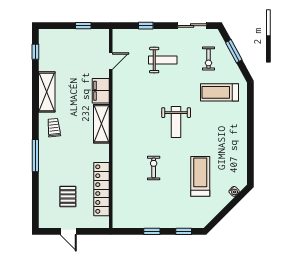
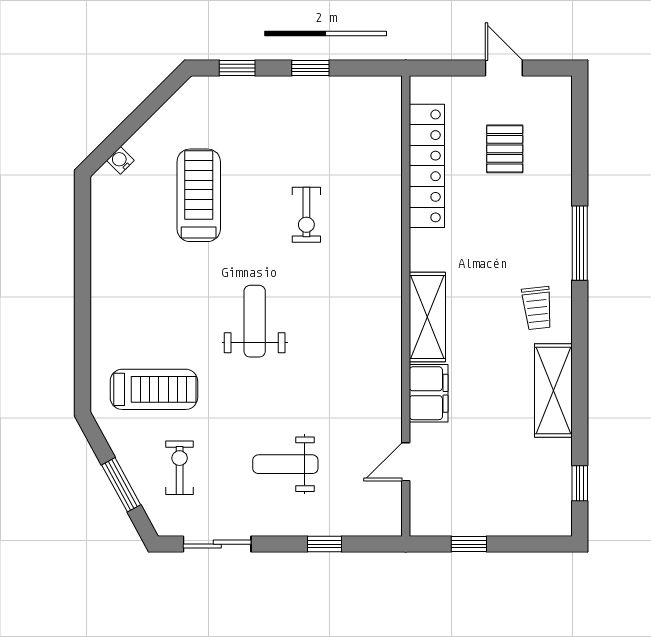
treadmill: (200, 176) -> (199, 195), turned 180

